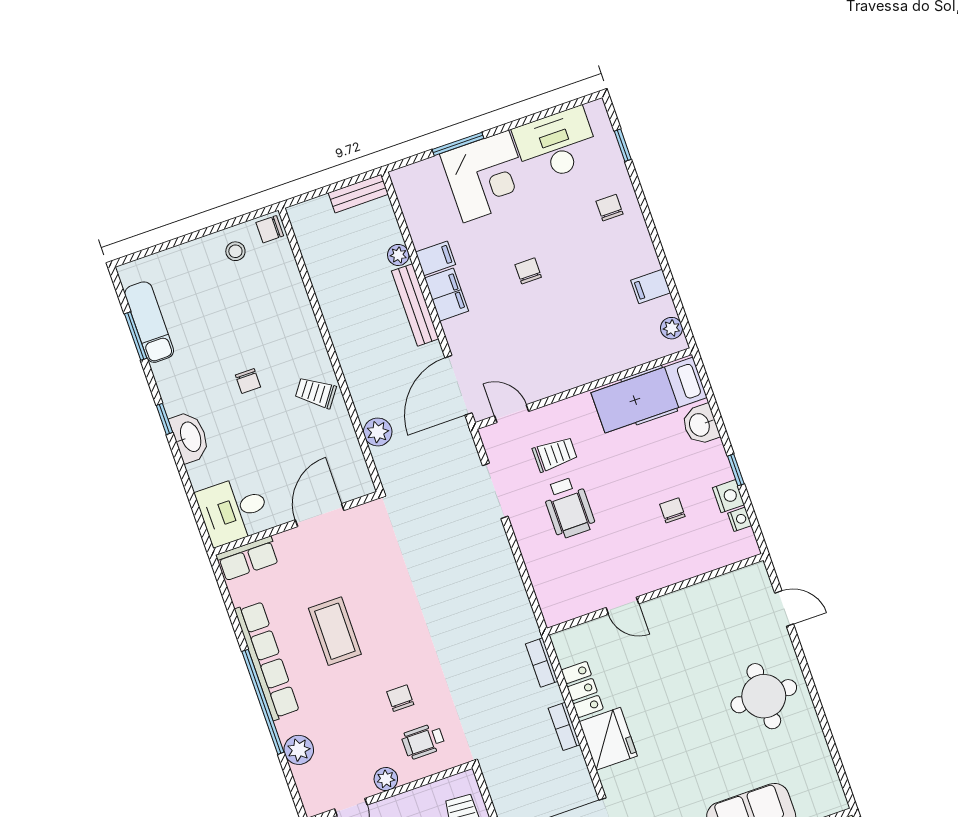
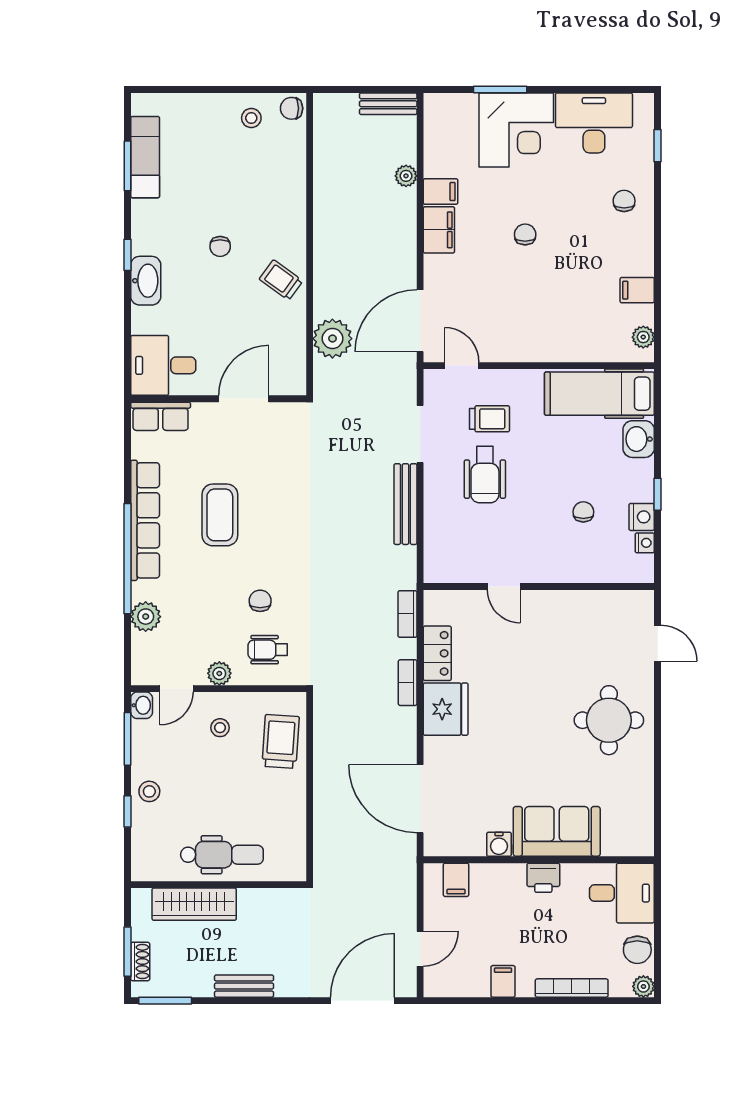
bench: (415, 305) -> (405, 504), moved
plant: (378, 432) -> (332, 339), width x1.36, depth x1.36

